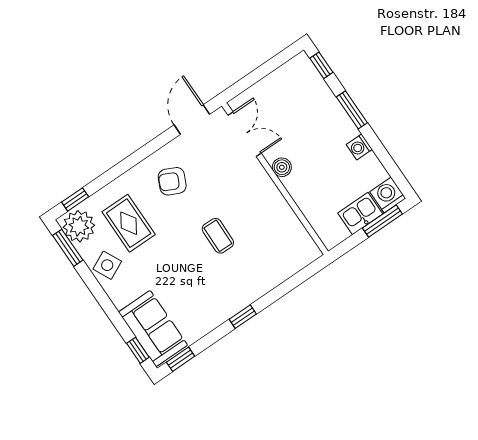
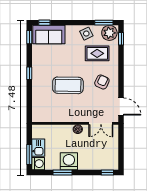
window: (352, 110) -> (62, 172), moved
washing machine: (359, 147) -> (69, 161), width x1.89, depth x1.89
coffee table: (218, 236) -> (68, 85), width x1.86, depth x1.72

